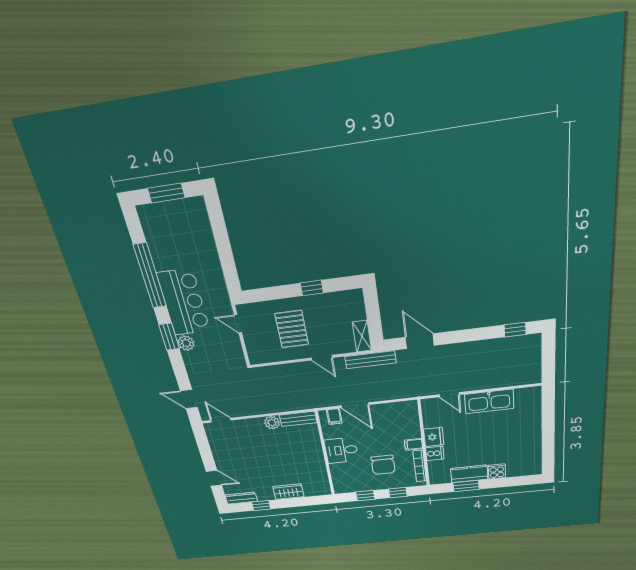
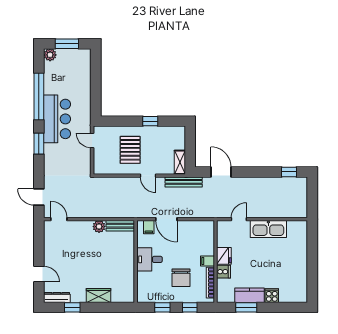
plant: (186, 343) -> (50, 55), moved
door: (449, 395) -> (239, 219), swing flipped

